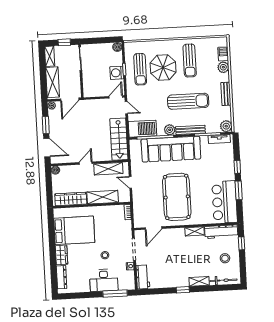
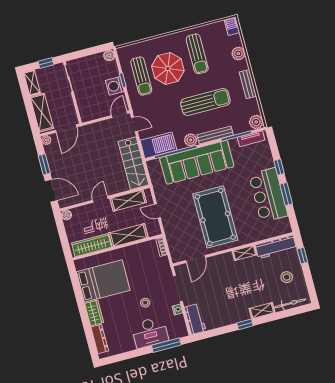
barbecue: (223, 54) -> (232, 26), moved
bar counter: (225, 202) -> (268, 195), moved

